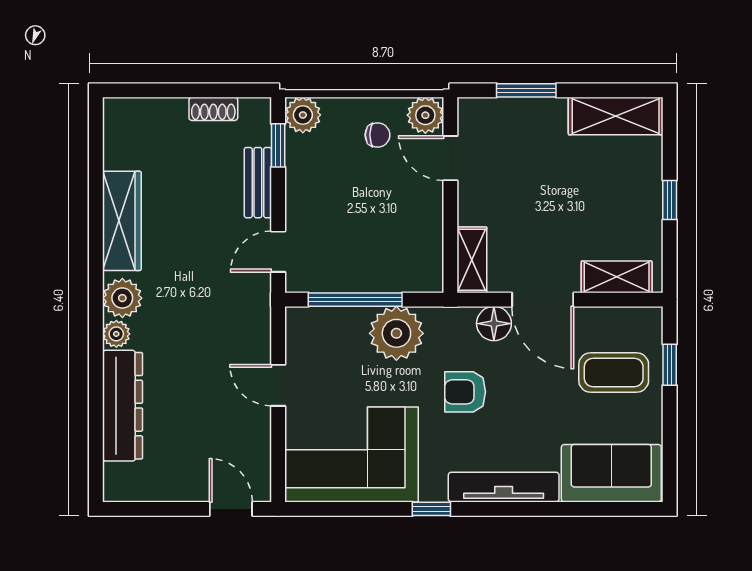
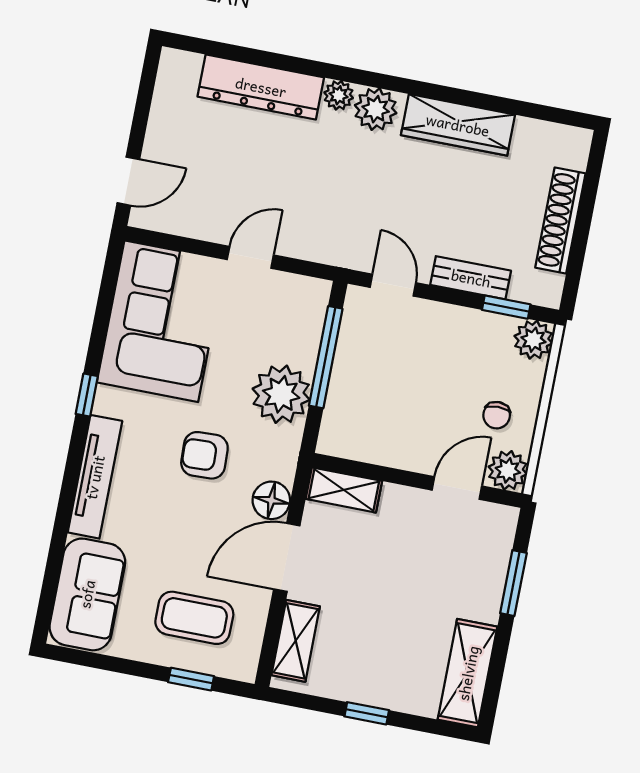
shoe rack: (213, 109) -> (560, 221), width x1.94, depth x1.24
coffee table: (614, 372) -> (194, 618), turned 90
armchair: (465, 392) -> (204, 455), turned -92

